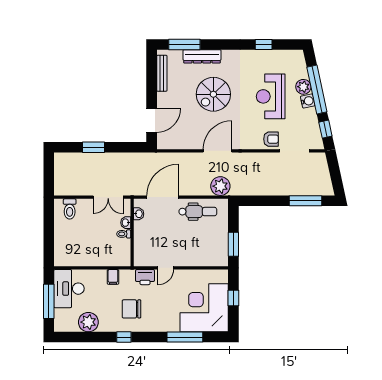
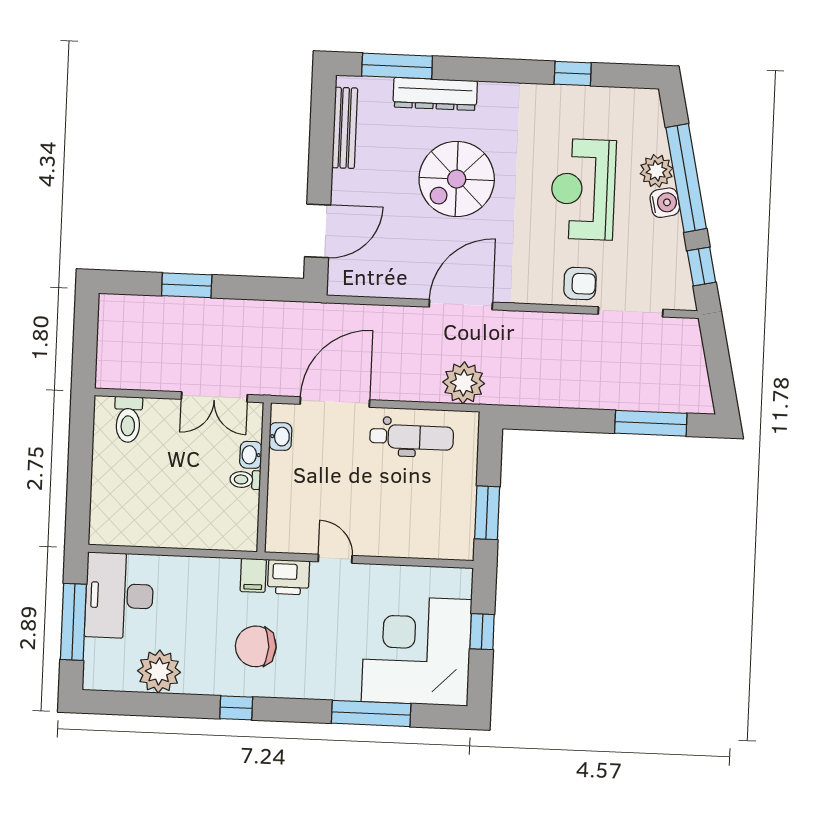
door: (166, 268) -> (335, 559), swing flipped
filing cabinet: (113, 277) -> (253, 575), moved

